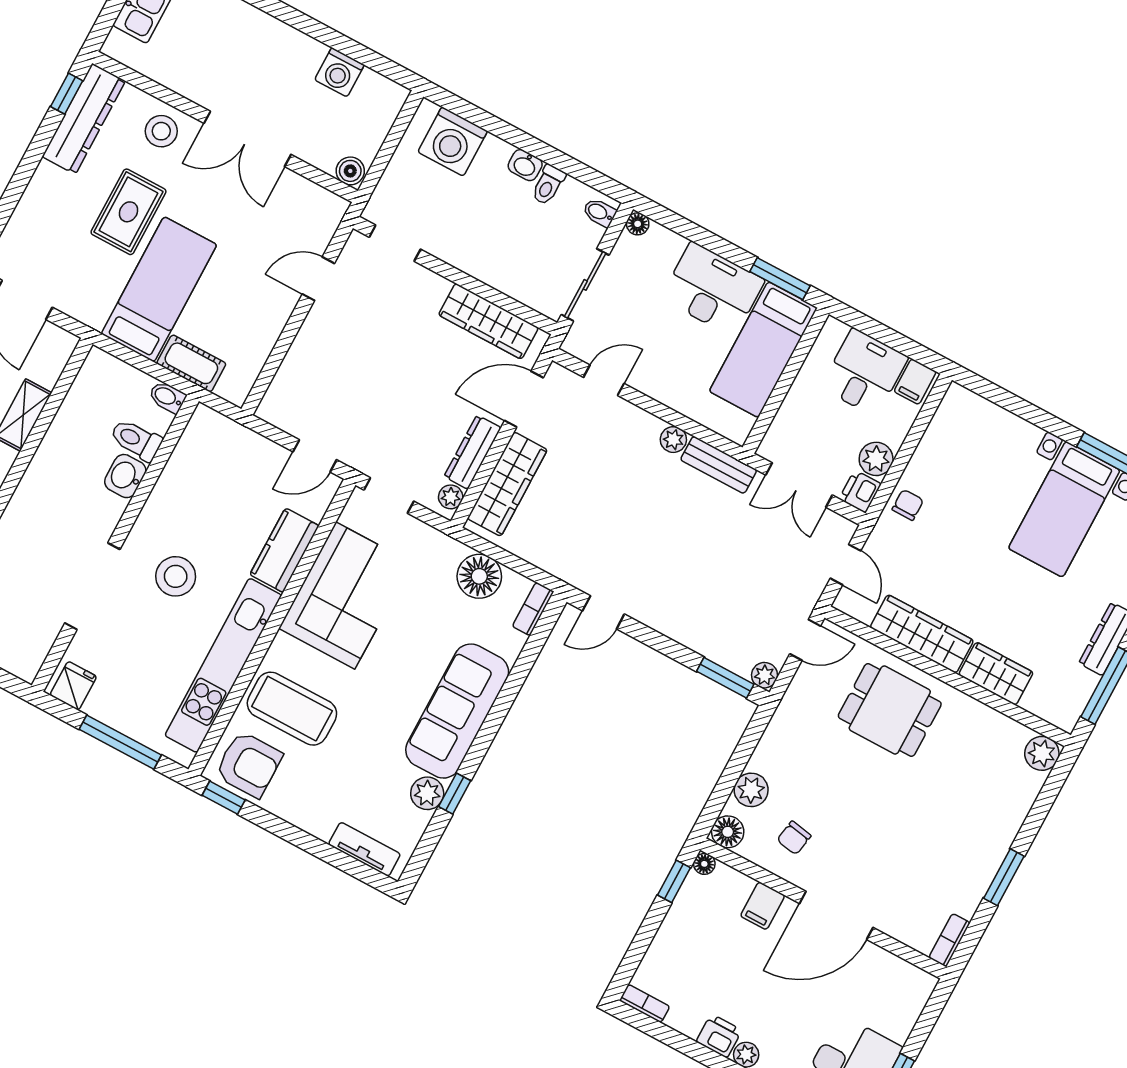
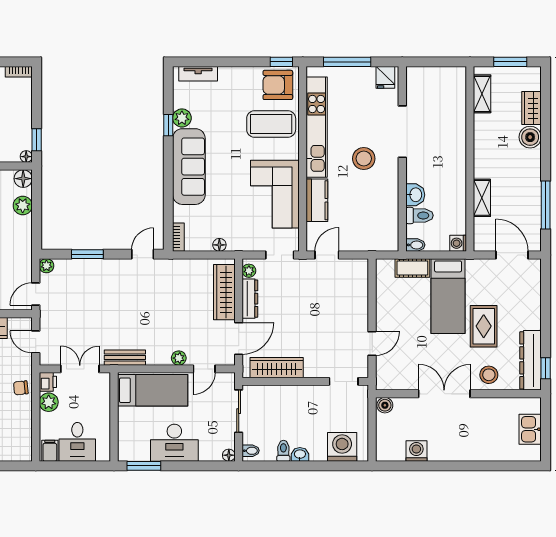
bed: (763, 350) -> (153, 390), moved, turned 90
washing machine: (99, 364) -> (458, 243), added
plant: (673, 440) -> (179, 358), moved
chair: (908, 505) -> (21, 388), turned 84
floor lamp: (479, 576) -> (219, 245), width x0.53, depth x0.53
window: (725, 678) -> (87, 254), moved

